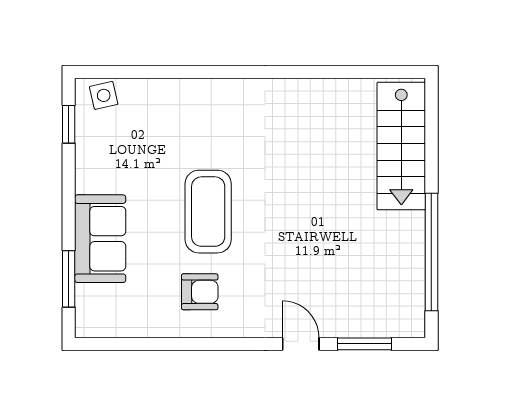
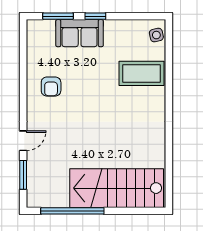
window: (69, 124) -> (95, 16), moved
stairs: (401, 146) -> (117, 188), width x1.36, depth x1.51
coffee table: (208, 212) -> (141, 73), moved

